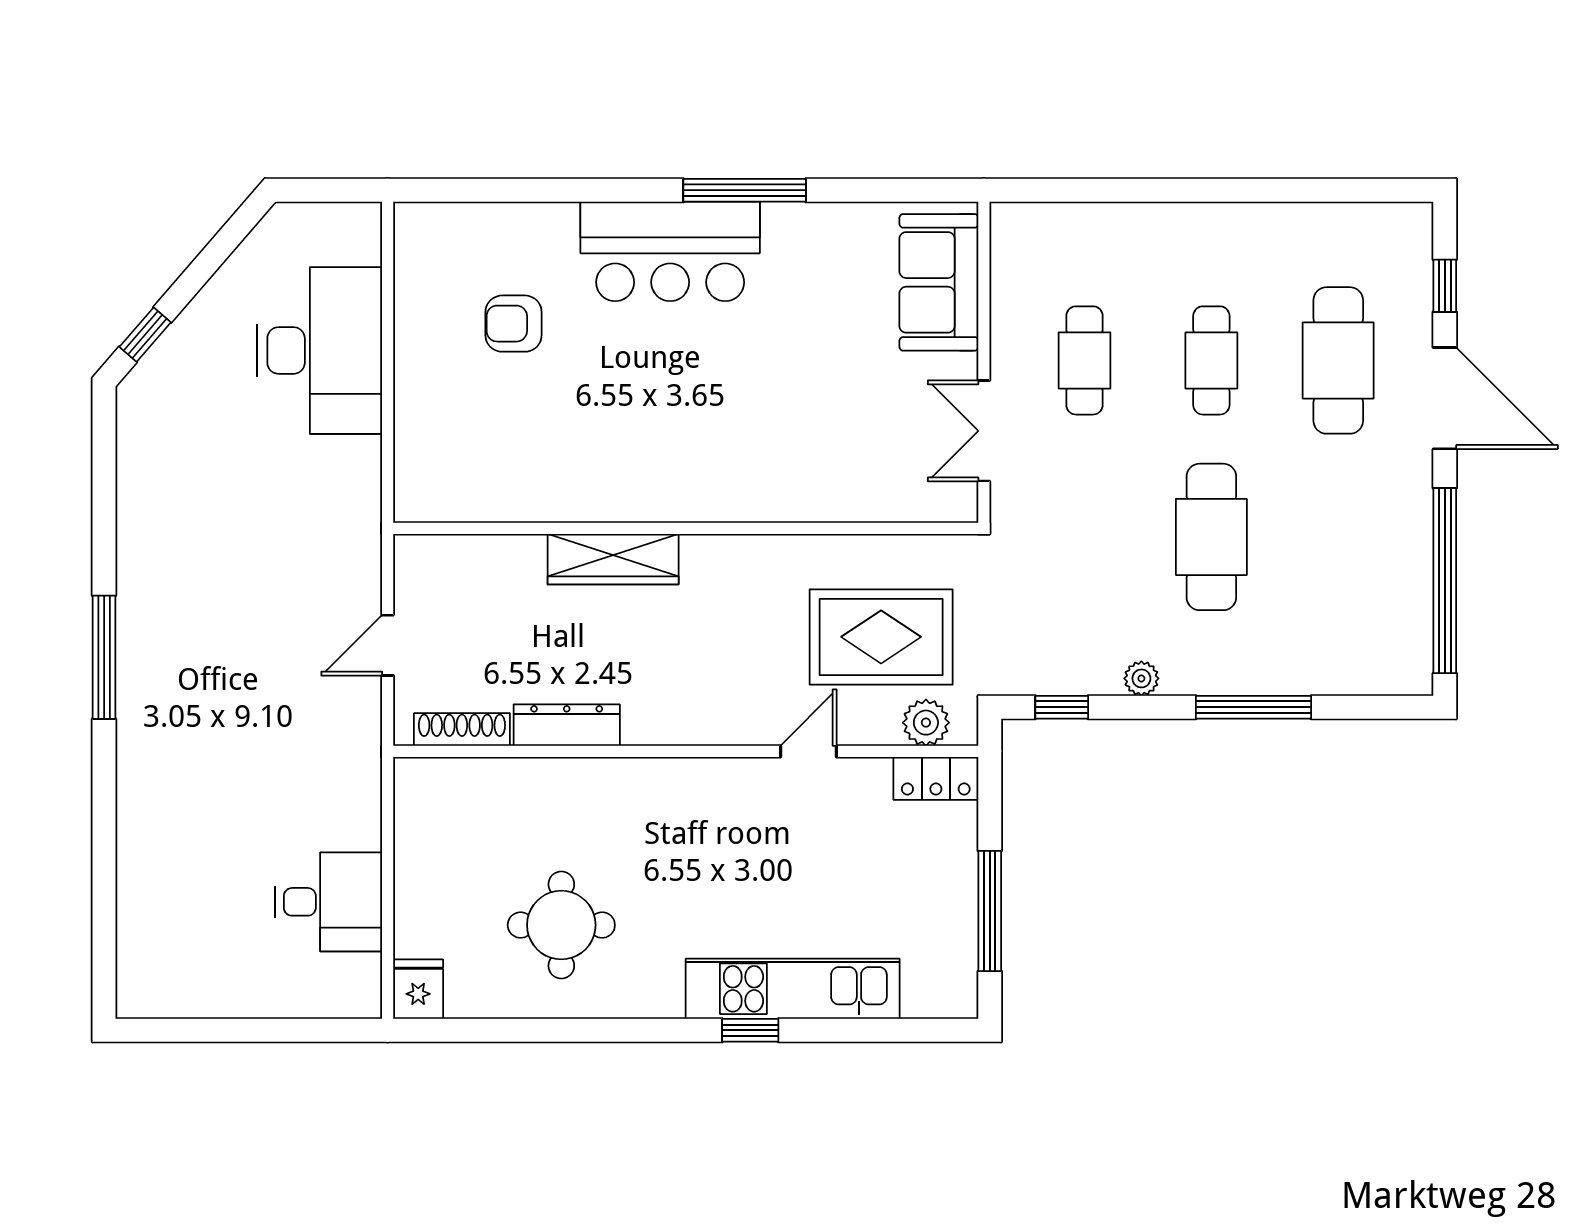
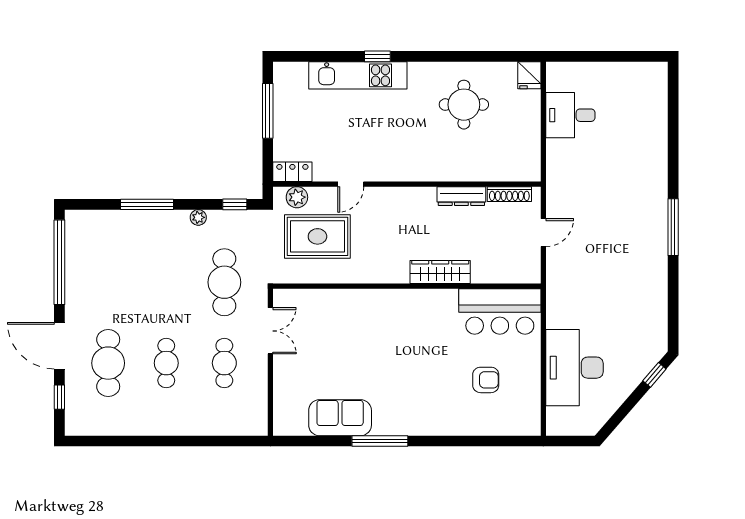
bar counter: (670, 251) -> (500, 311), moved, turned 180
sofa: (939, 282) -> (340, 418), moved, turned -90
cafe table: (1211, 537) -> (224, 282), moved

